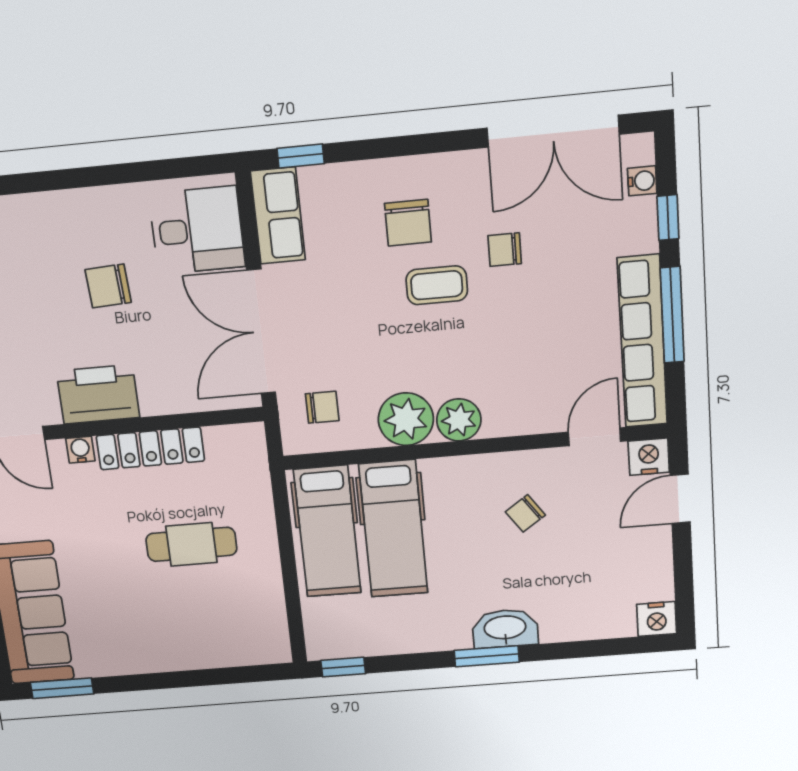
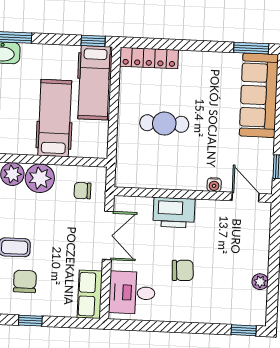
window: (301, 156) -> (30, 321), moved
double door: (261, 332) -> (108, 235), width x0.73
printer: (98, 394) -> (174, 213), moved
locker: (150, 448) -> (149, 58), moved, turned 180
hospital bed: (327, 531) -> (94, 83), moved, turned 180

